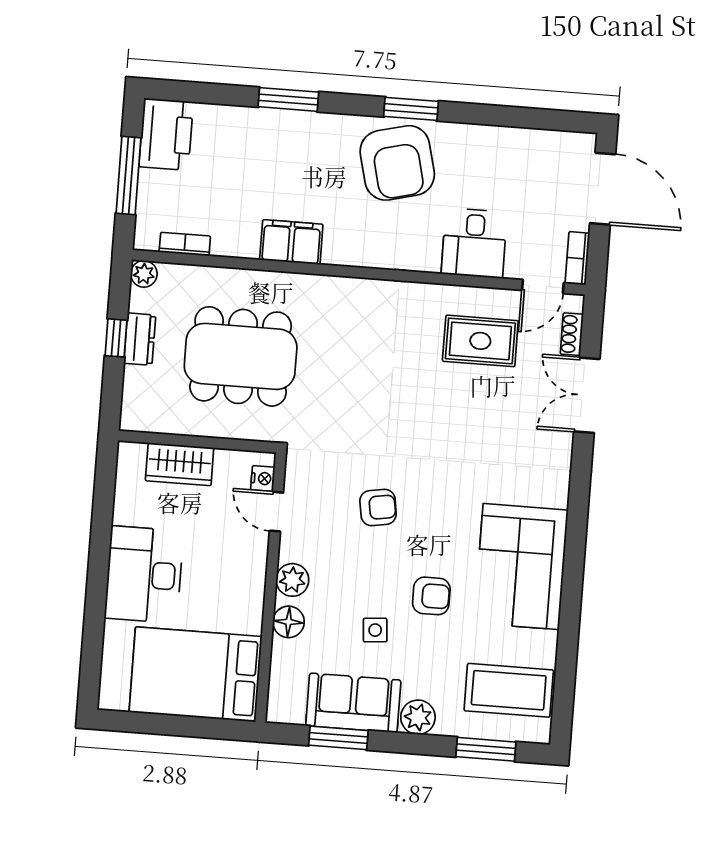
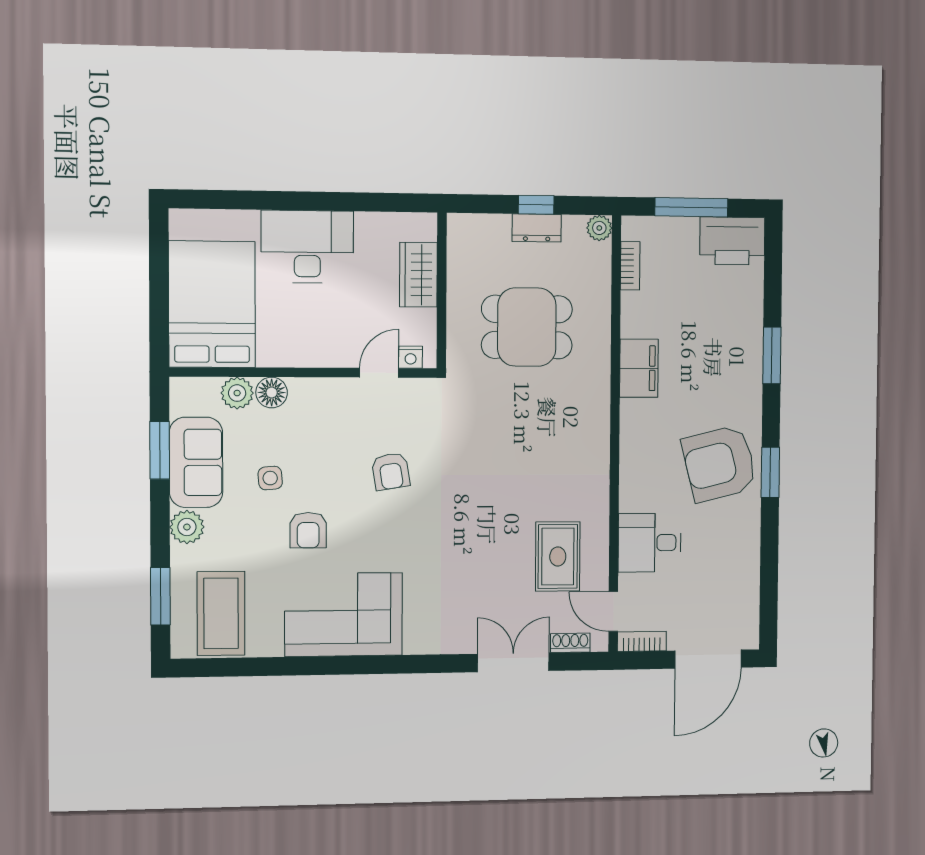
dining table: (241, 356) -> (527, 327), width x0.73
plant: (292, 580) -> (237, 393), moved

